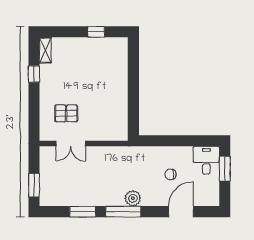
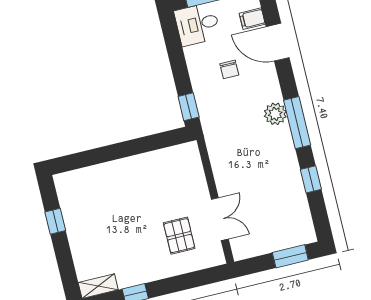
window: (152, 141) -> (189, 107), added
filing cabinet: (201, 198) -> (252, 19), added
window: (83, 212) -> (311, 179), width x0.67

